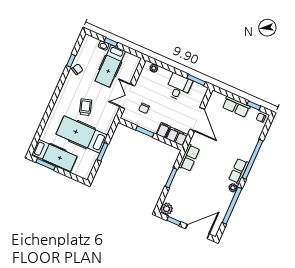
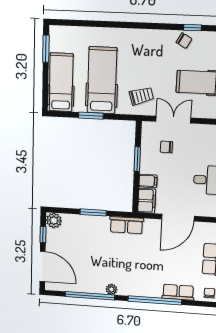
trolley: (85, 107) -> (141, 96), moved
hospital bed: (54, 155) -> (61, 82), moved, turned 180
row of seats: (239, 171) -> (178, 292), moved

